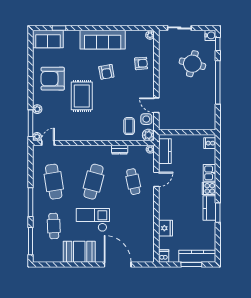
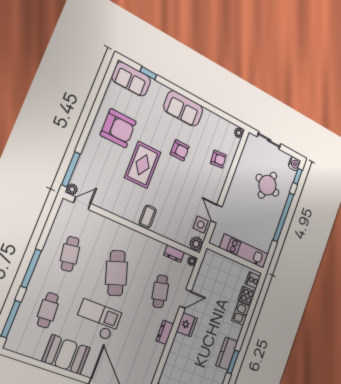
sofa: (103, 40) -> (183, 108), width x0.73
armchair: (106, 72) -> (180, 150), turned -80
armchair: (53, 79) -> (118, 128), turned 180
plant: (37, 109) -> (86, 156), removed
kitchen unit: (192, 124) -> (244, 251), added
coffee table: (129, 126) -> (148, 217), moved
dresser: (120, 150) -> (174, 254), moved
kitchen counter: (165, 151) -> (206, 270), removed
cafe table: (54, 182) -> (70, 254), width x0.73, depth x0.74
cafe table: (93, 182) -> (116, 273), turned -33
cooker: (209, 188) -> (247, 296), moved
dresser: (149, 210) -> (165, 332), added
fridge: (165, 228) -> (187, 325), moved

